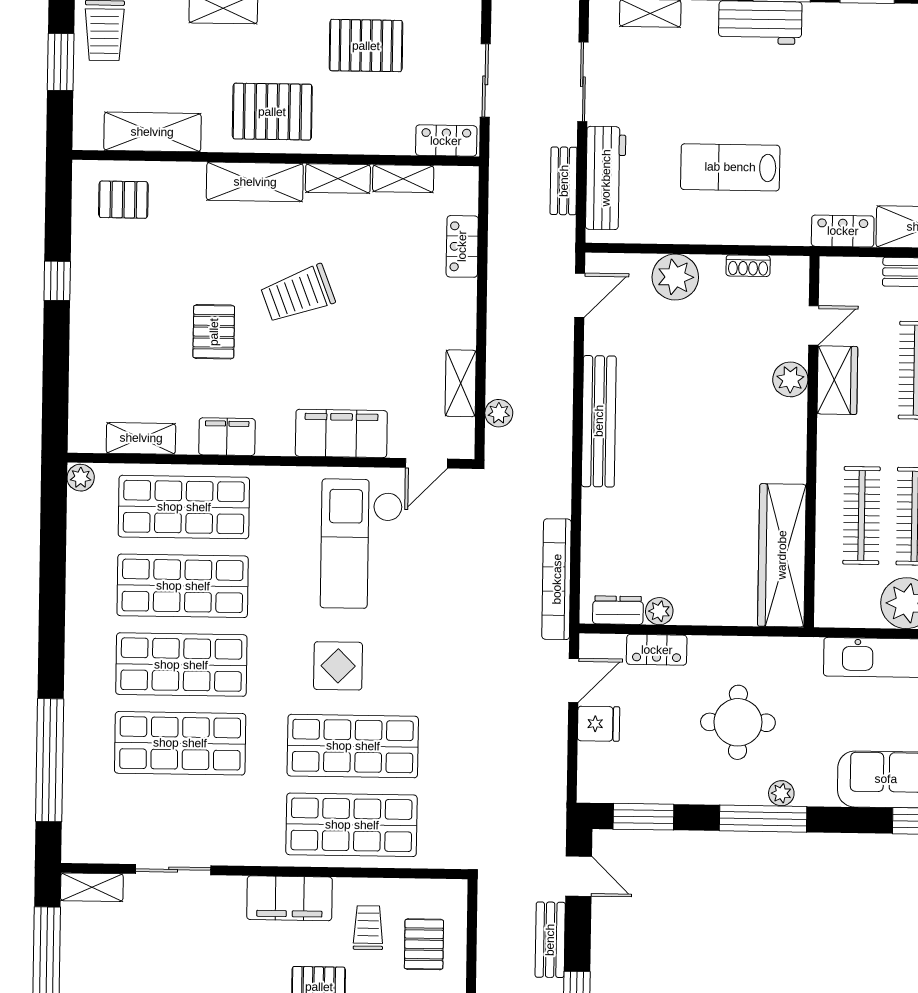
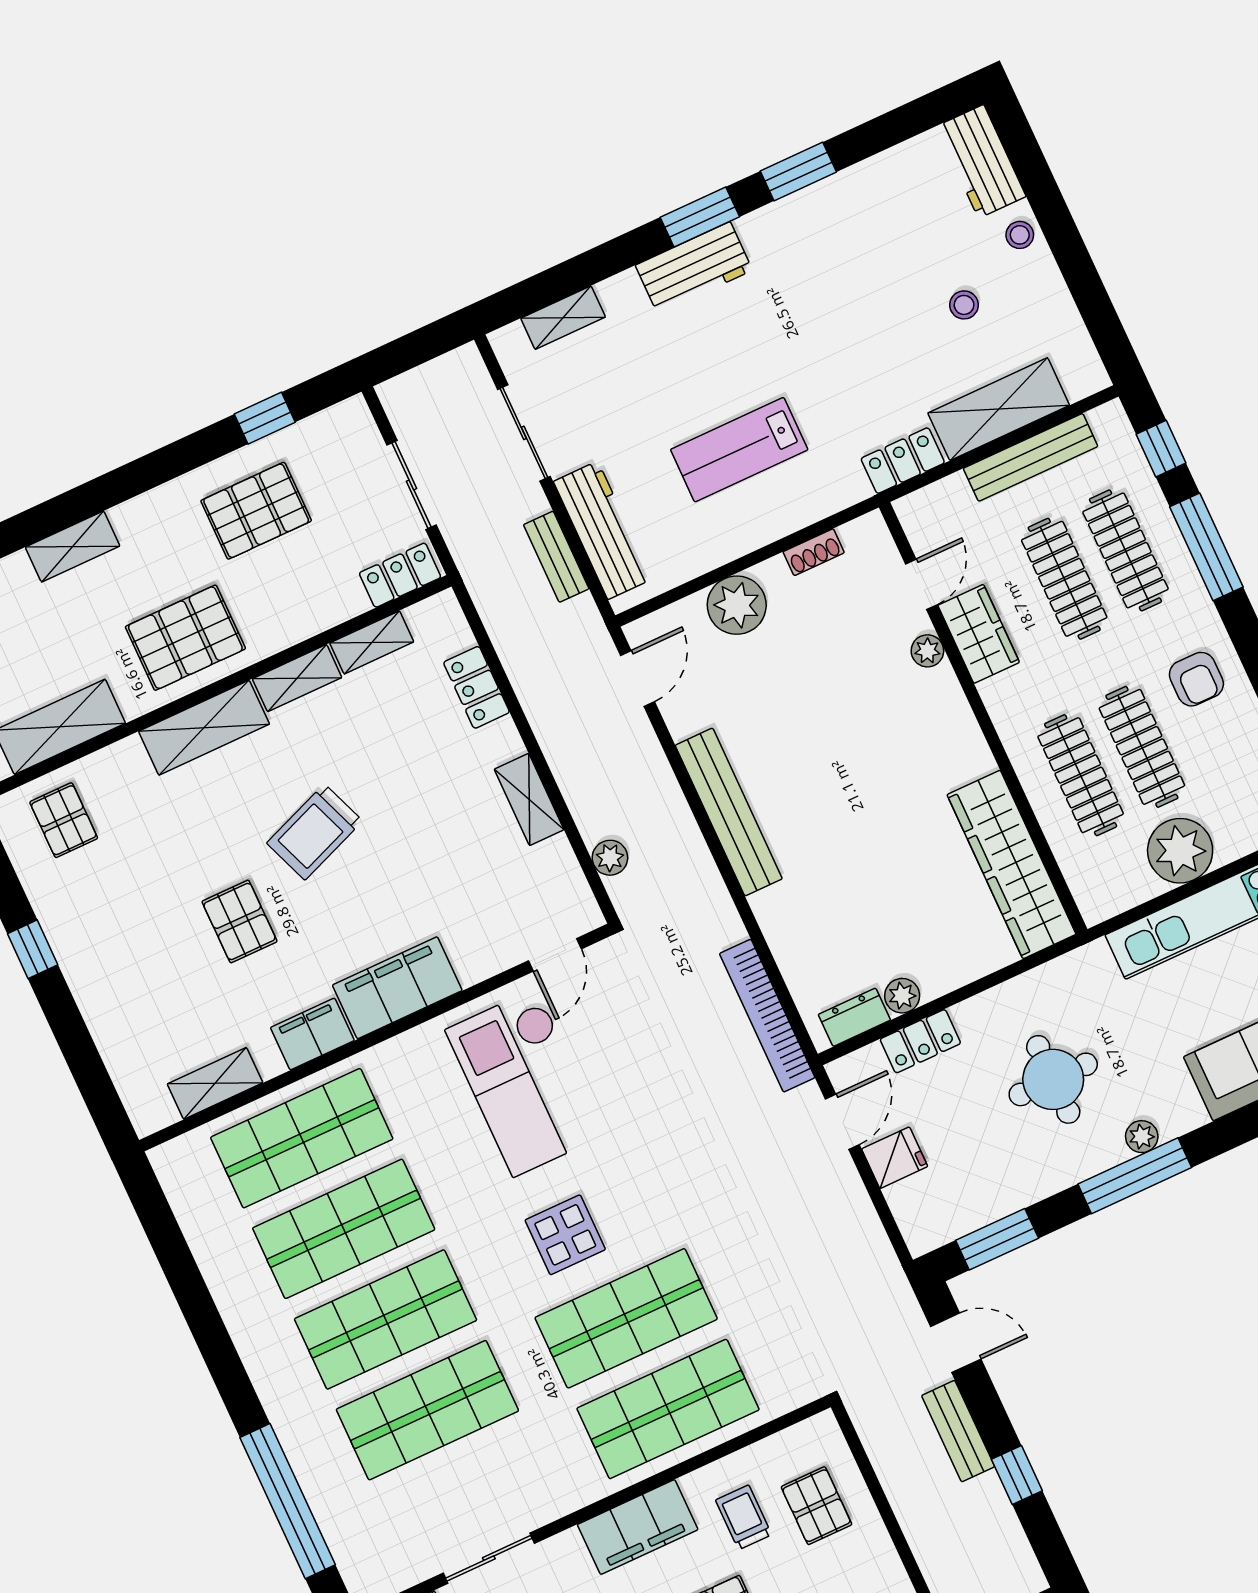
pallet: (123, 200) -> (64, 820), turned 90
plant: (790, 379) -> (927, 651), width x0.73, depth x0.73
shelving: (461, 383) -> (529, 800), moved
filing cabinet: (341, 433) -> (397, 988), moved
plant: (81, 478) -> (168, 1161), removed

